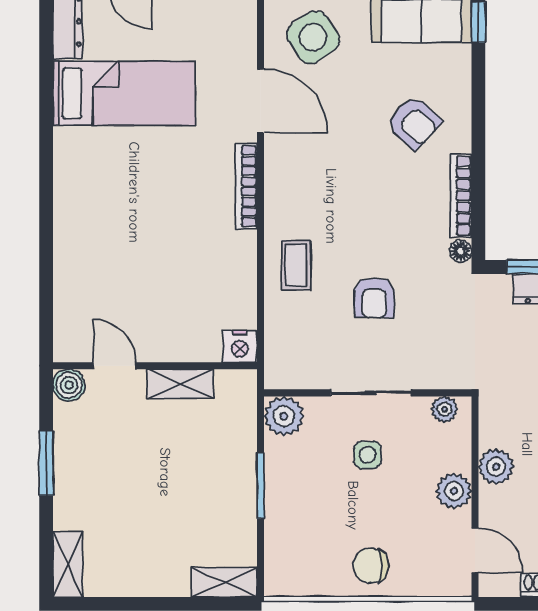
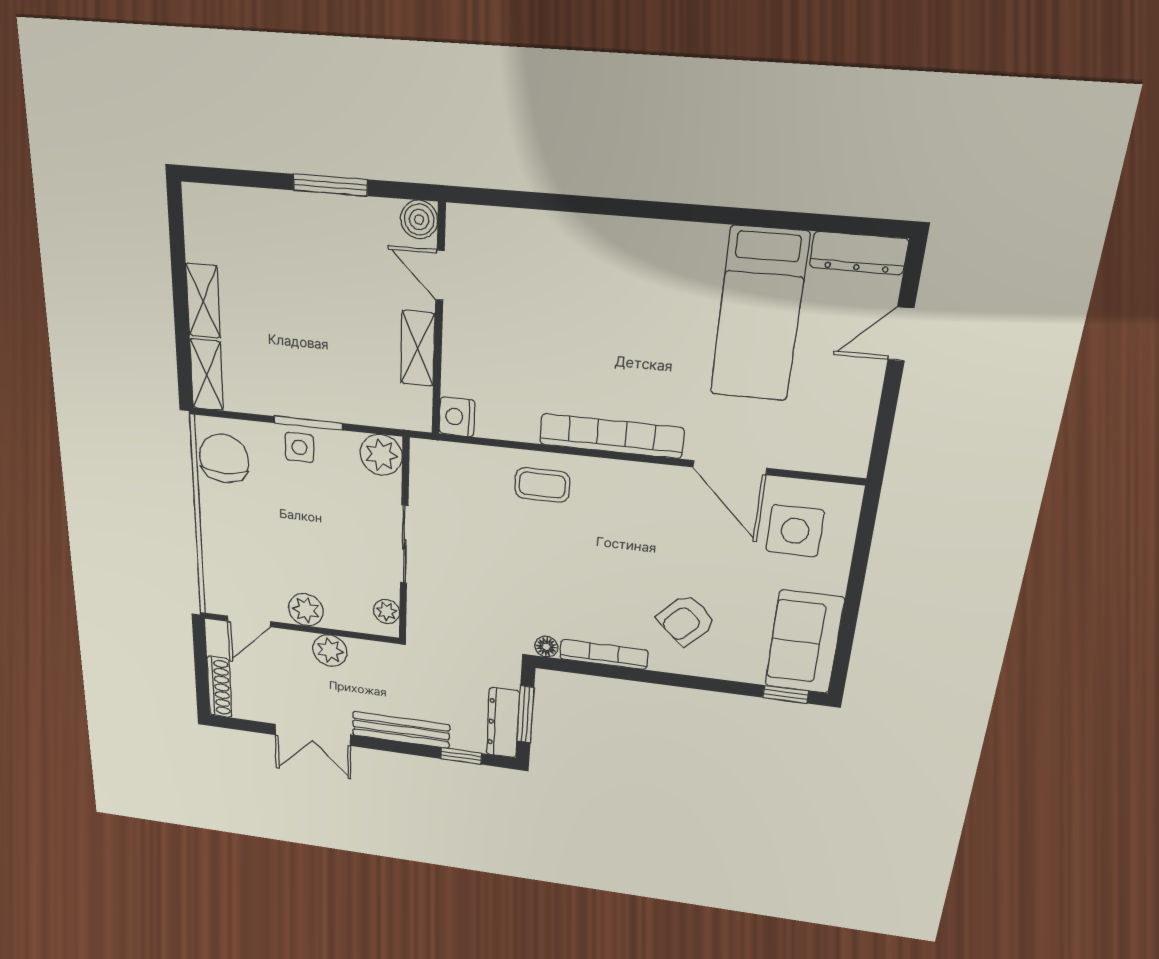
side table: (313, 37) -> (795, 531), turned 33
door: (261, 101) -> (730, 468), hinge flipped
bookcase: (246, 186) -> (611, 436), width x1.48, depth x1.31
armchair: (374, 298) -> (503, 559), removed
door: (114, 366) -> (440, 275), swing flipped
side table: (367, 455) -> (299, 447), moved
shelving: (68, 564) -> (203, 301), moved, turned 90
chair: (371, 566) -> (224, 459), moved, width x1.37, depth x1.37

